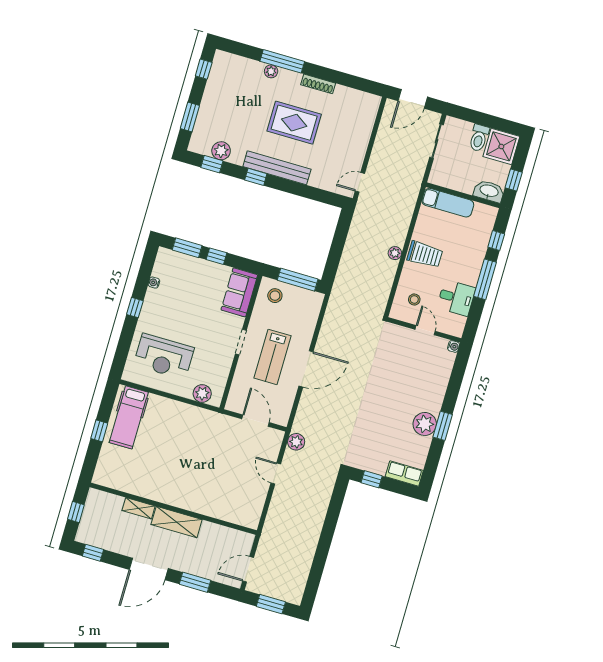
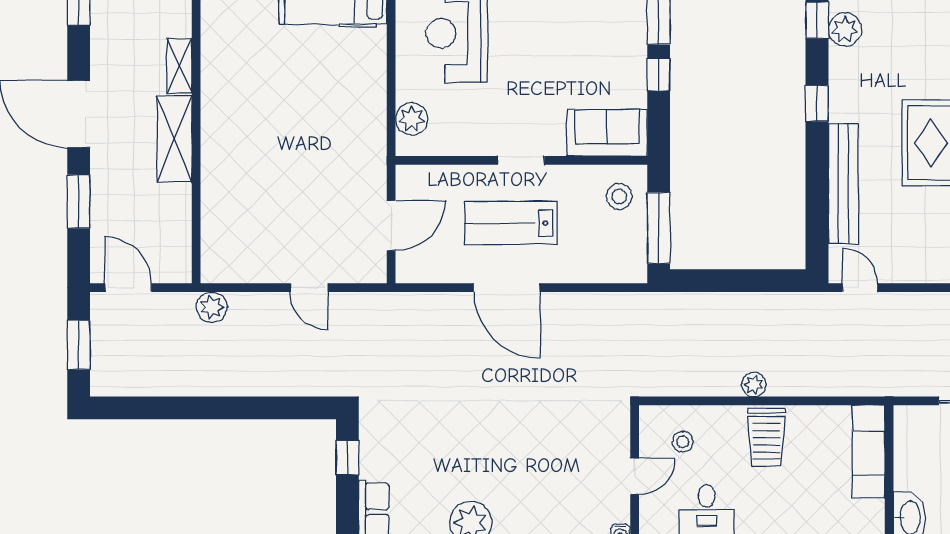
bench: (277, 168) -> (843, 184), moved
plant: (296, 442) -> (212, 307), moved
door: (276, 473) -> (309, 288), swing flipped

